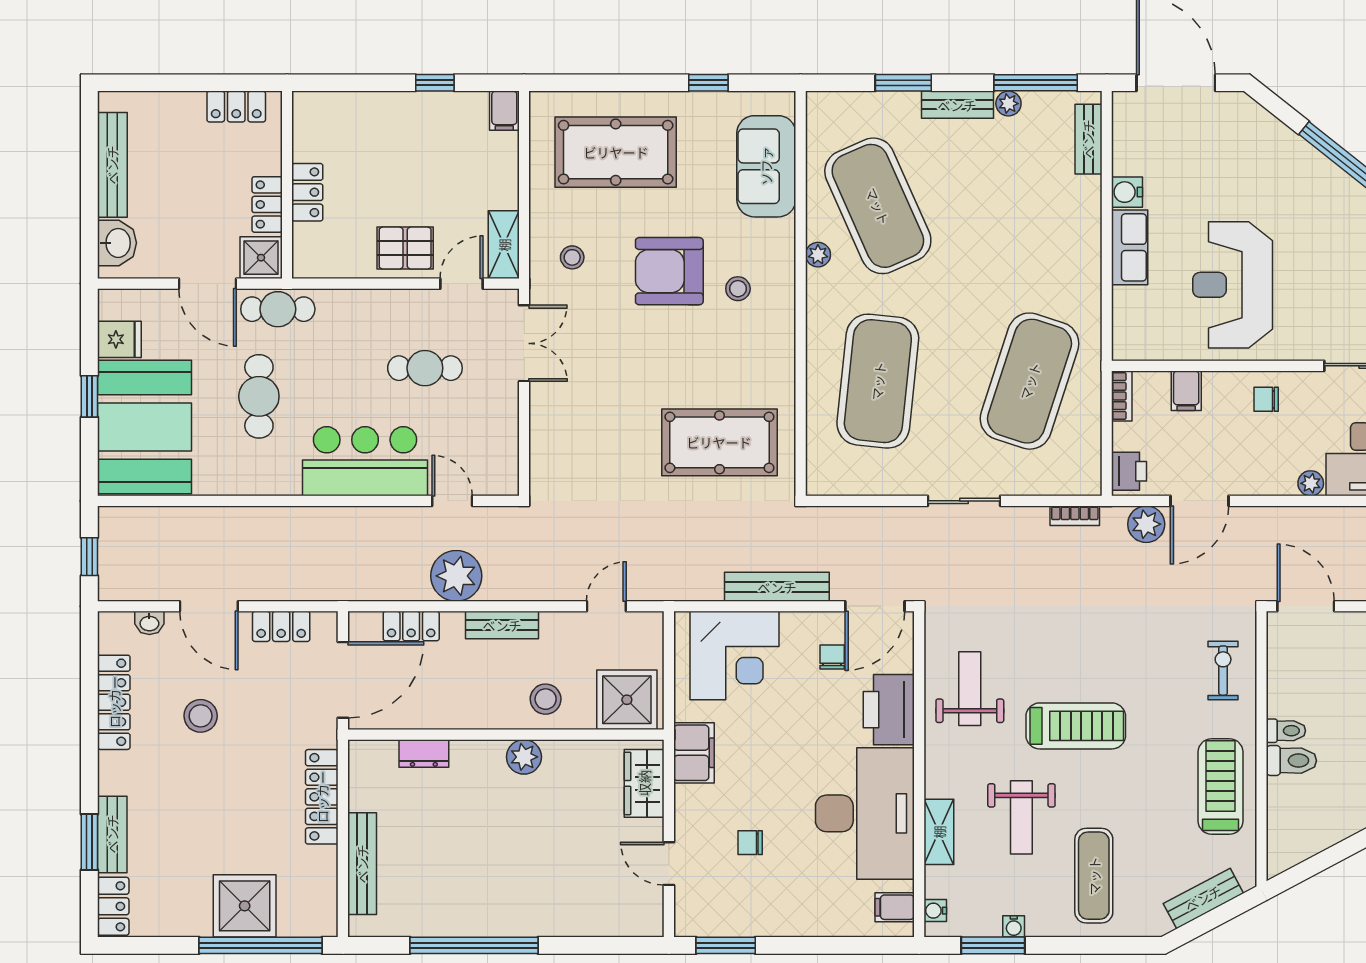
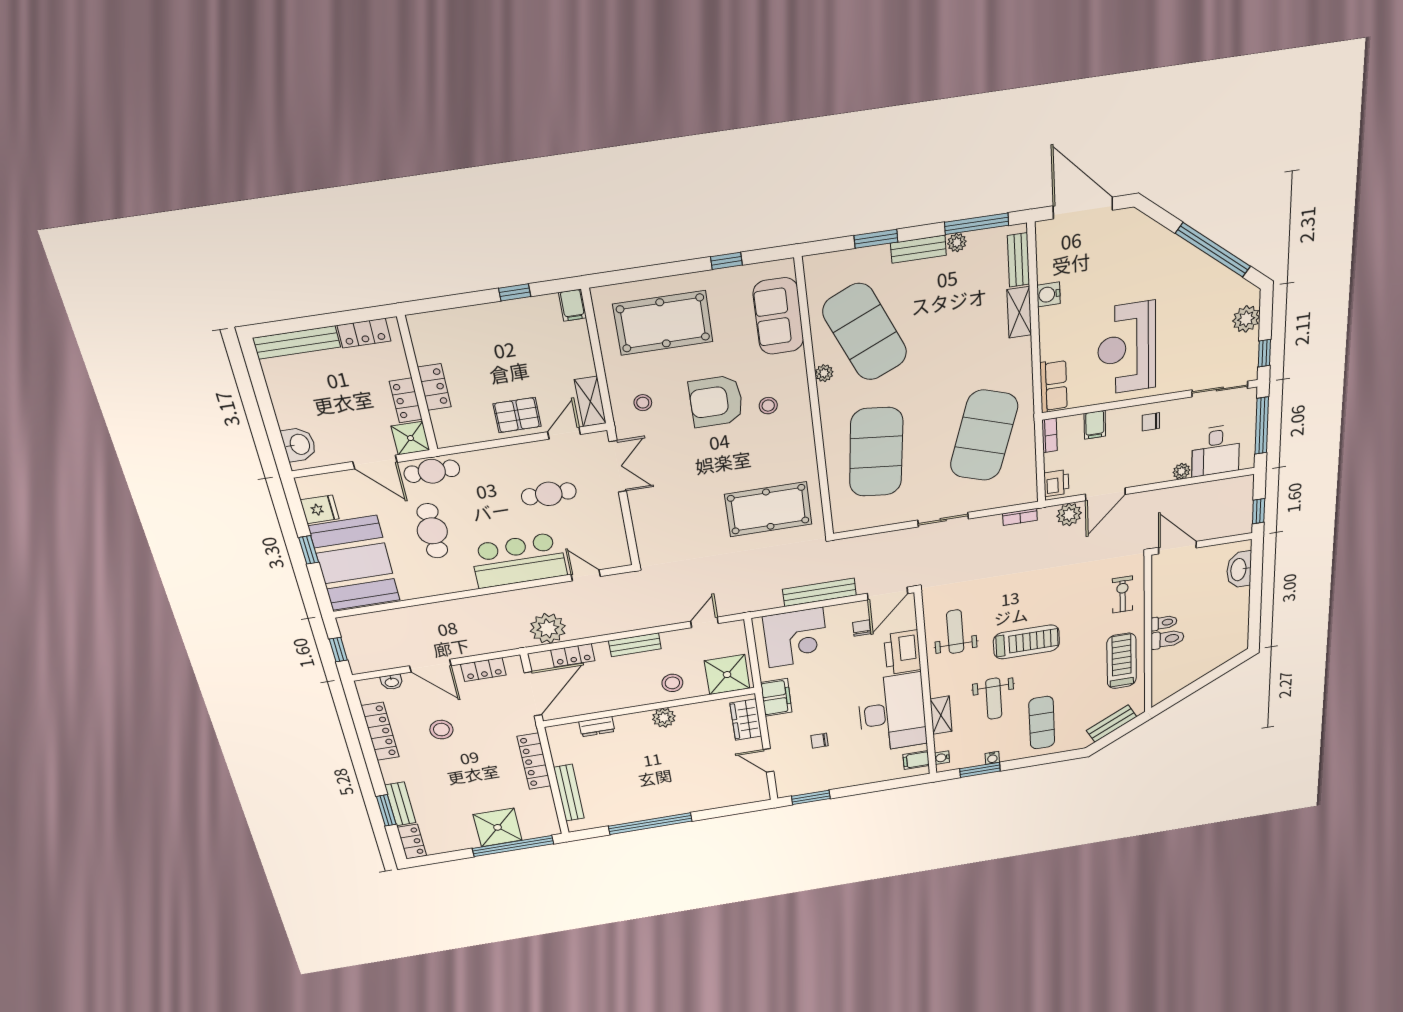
bench: (112, 165) -> (297, 343), moved, turned 90
shelving: (1086, 211) -> (1019, 312), added
row of seats: (1130, 247) -> (1053, 386), moved
plant: (456, 576) -> (548, 628), moved

